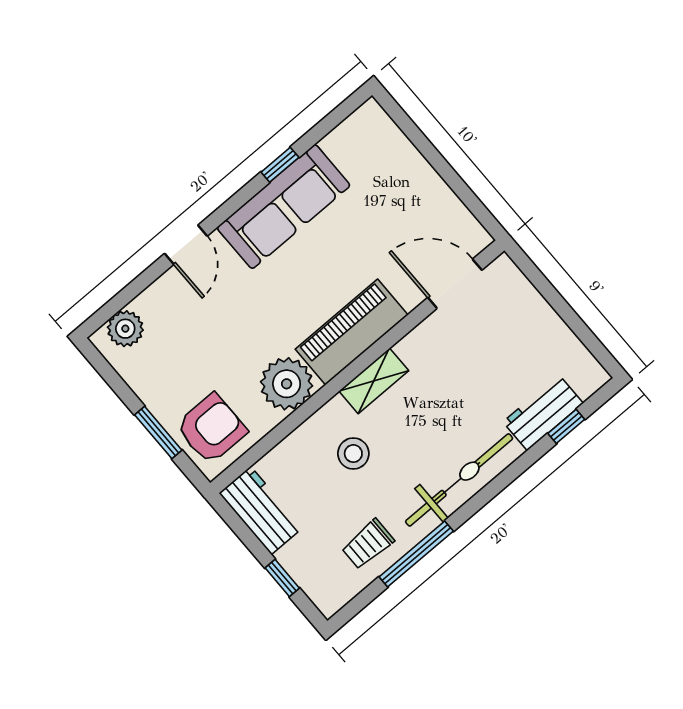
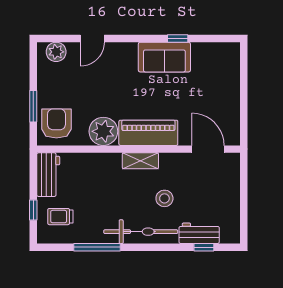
sofa: (284, 207) -> (164, 57), width x0.73
door: (186, 245) -> (92, 39), moved
armchair: (211, 429) -> (56, 123), turned -90
stool: (353, 454) -> (164, 198), moved
trolley: (368, 544) -> (60, 217), moved

